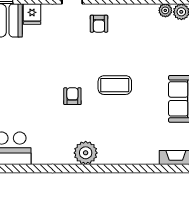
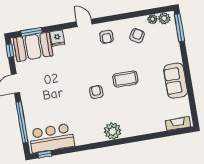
armchair: (140, 29) -> (137, 36), added

